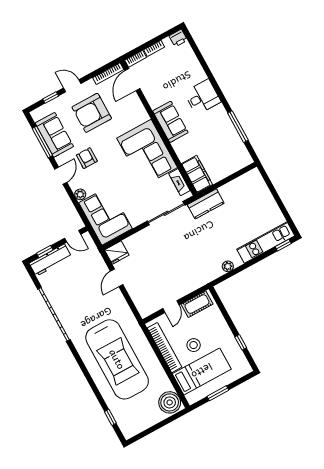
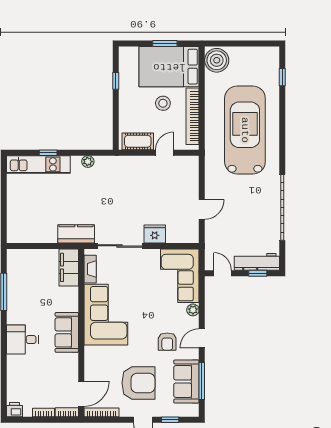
window: (283, 245) -> (48, 153), moved
fridge: (117, 253) -> (155, 234), moved
bed: (202, 371) -> (169, 67), width x1.50

